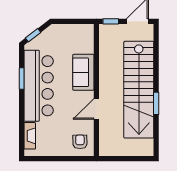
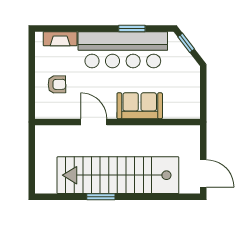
window: (111, 21) -> (203, 140), removed
armchair: (80, 142) -> (57, 84), moved

